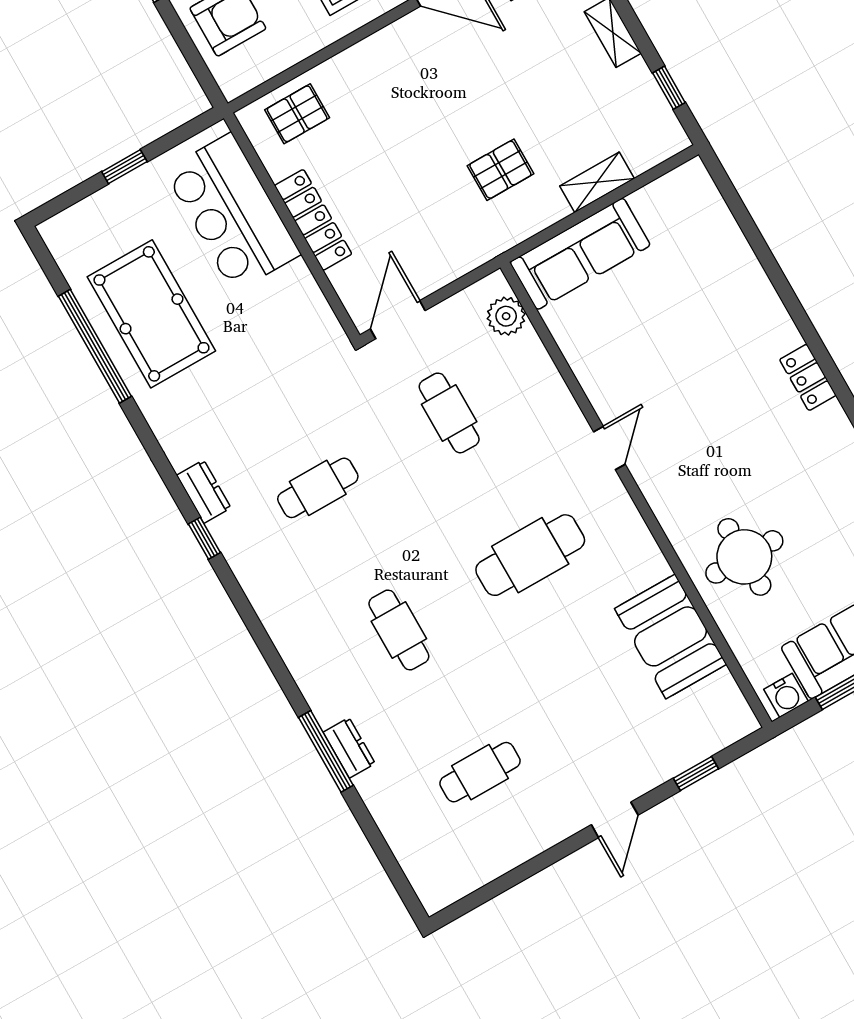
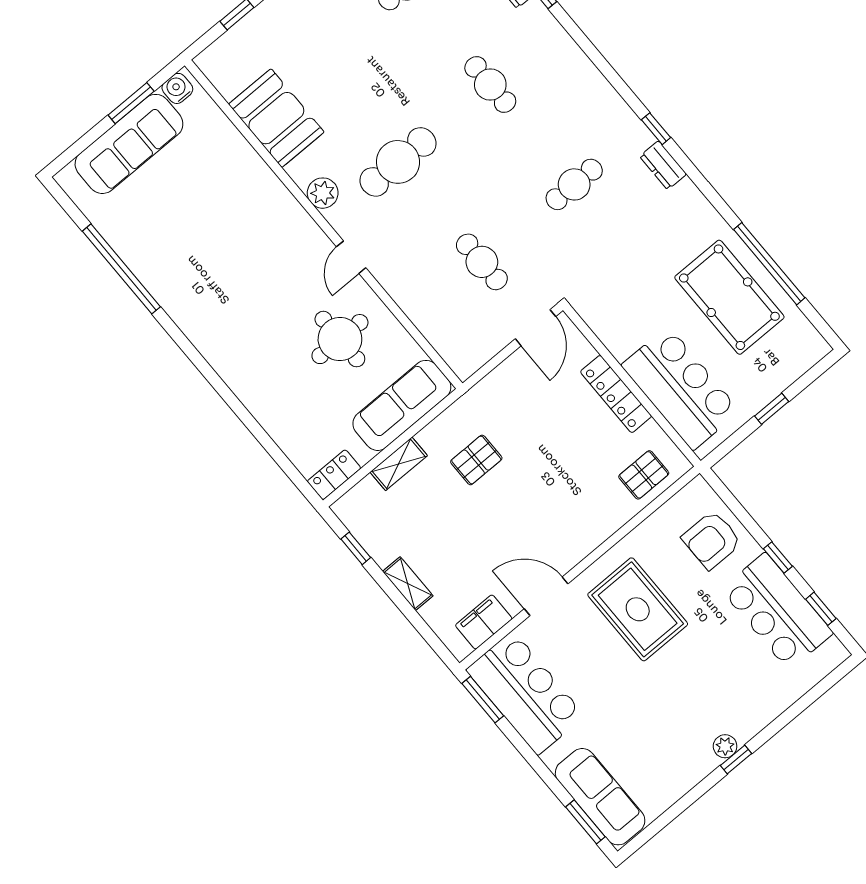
plant: (506, 316) -> (323, 193), moved
locker: (808, 377) -> (334, 475), moved, turned -90
round table: (744, 557) -> (340, 339), moved

